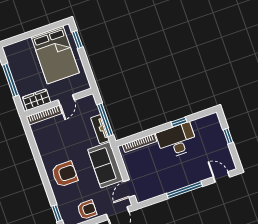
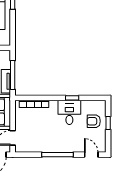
armchair: (212, 139) -> (94, 121), added
desk: (177, 141) -> (69, 112), width x0.73

